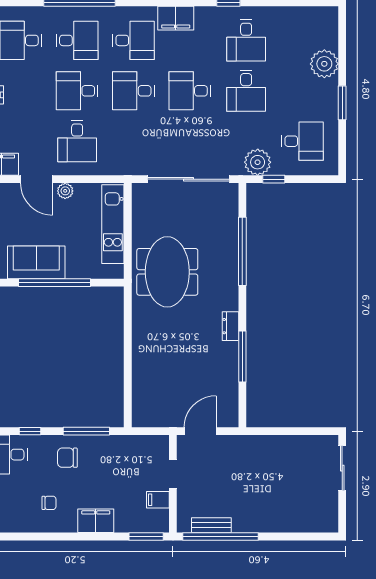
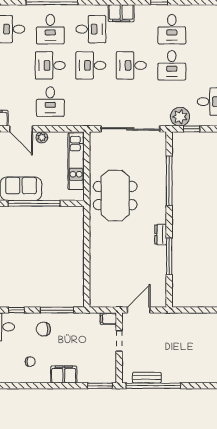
desk: (77, 40) -> (50, 29), turned 90
filing cabinet: (158, 500) -> (108, 319), moved

